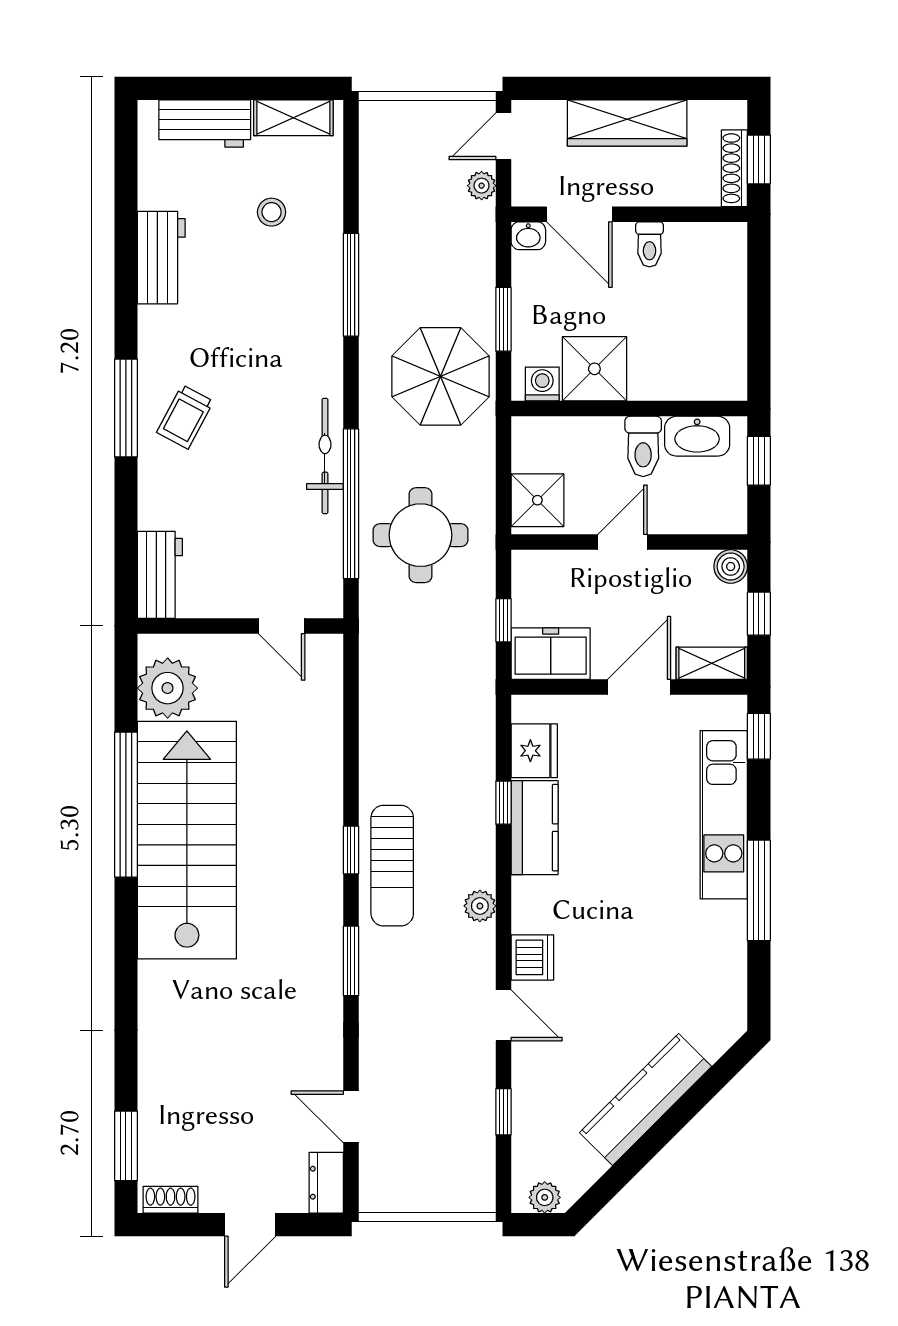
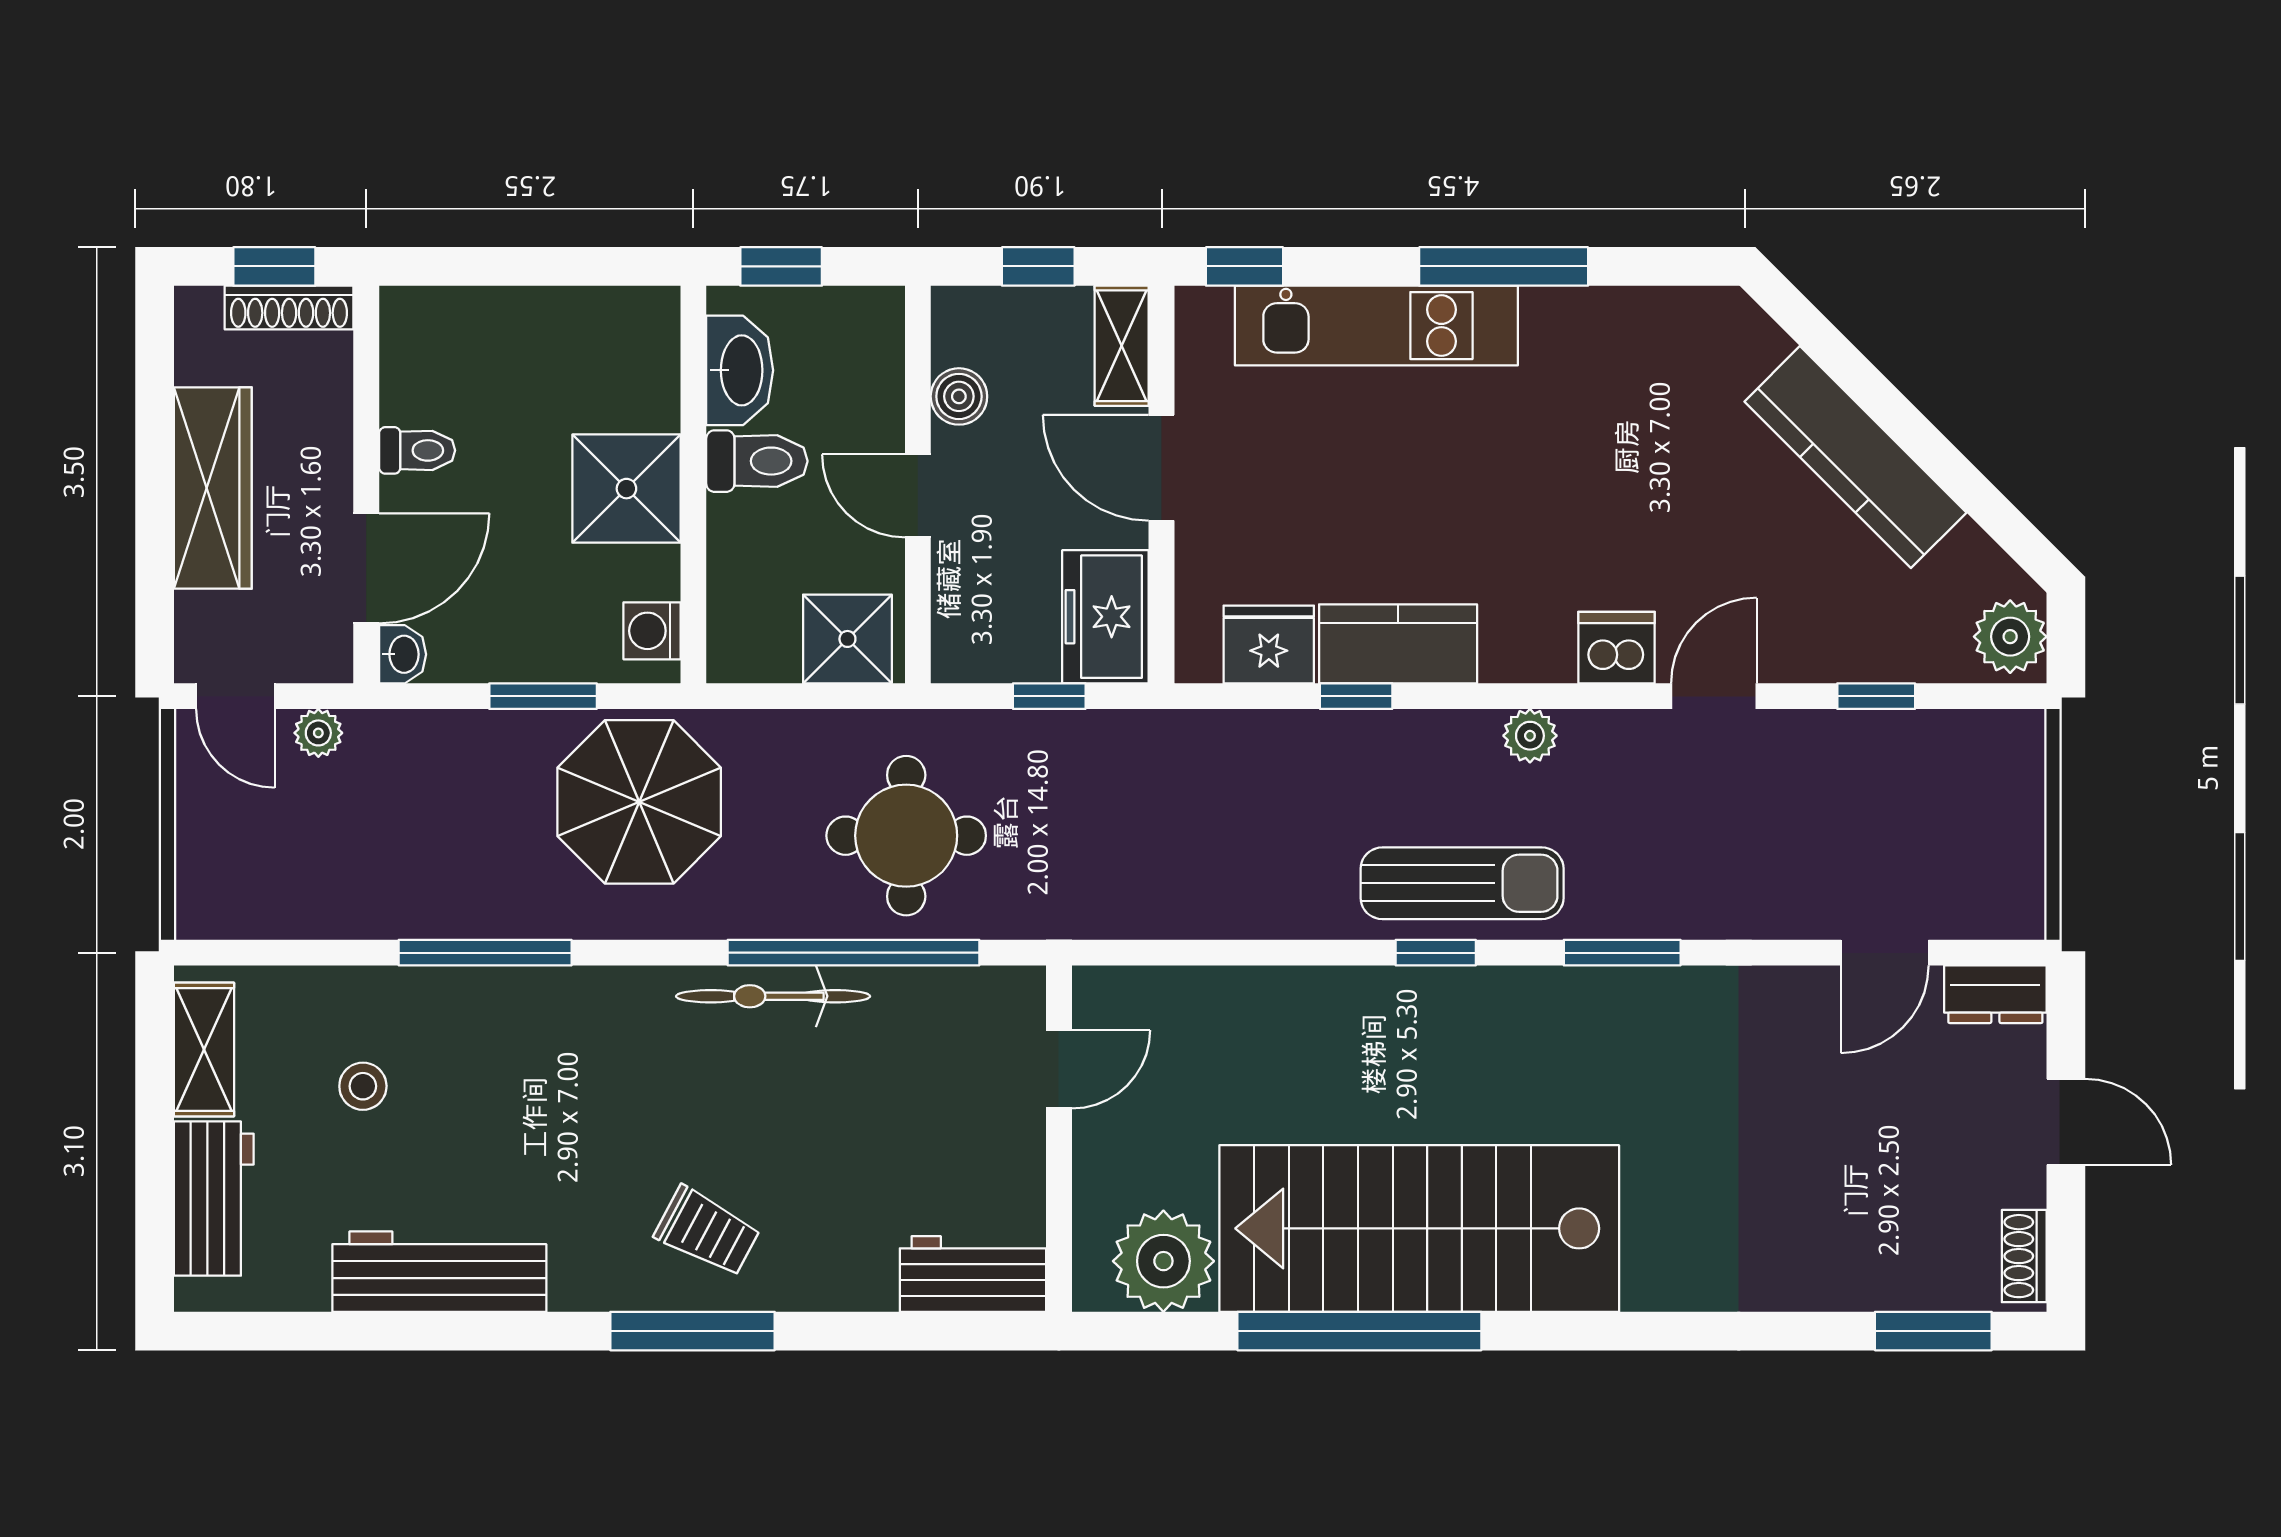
workbench: (161, 258) -> (439, 1272), width x1.38
shower: (594, 369) -> (626, 489), moved
boiler: (731, 567) -> (959, 396), moved
plant: (545, 1197) -> (2010, 637), width x1.38, depth x1.38

